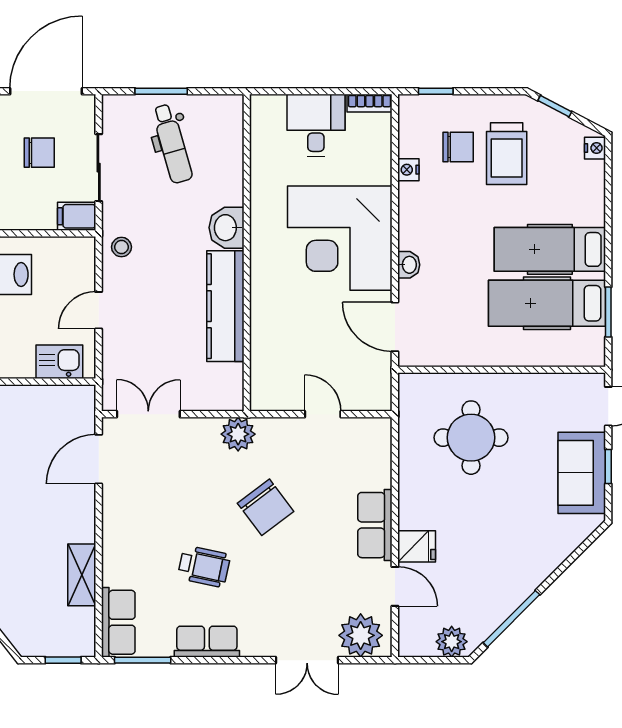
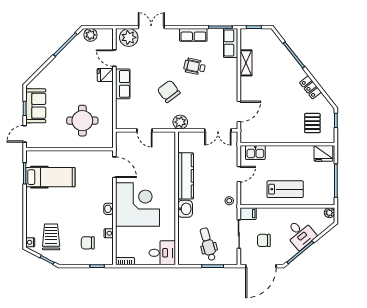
desk: (316, 125) -> (162, 253), moved, turned -90
trolley: (507, 154) -> (51, 237), moved
hospital bed: (550, 249) -> (49, 200), removed
washbasin: (409, 265) -> (108, 209), moved

